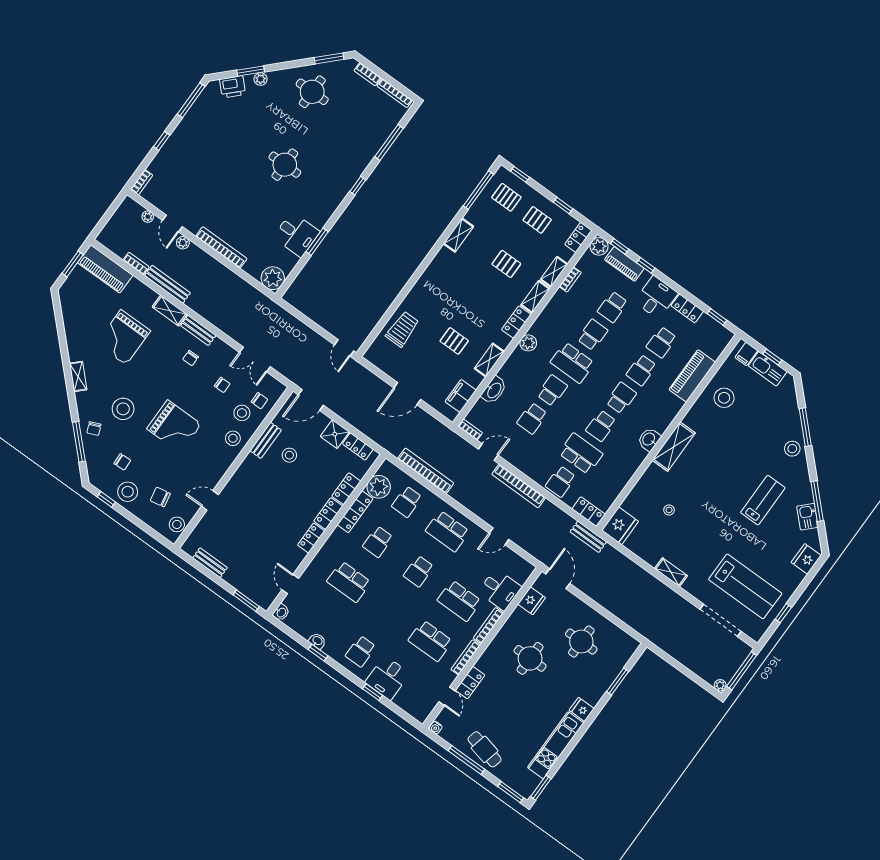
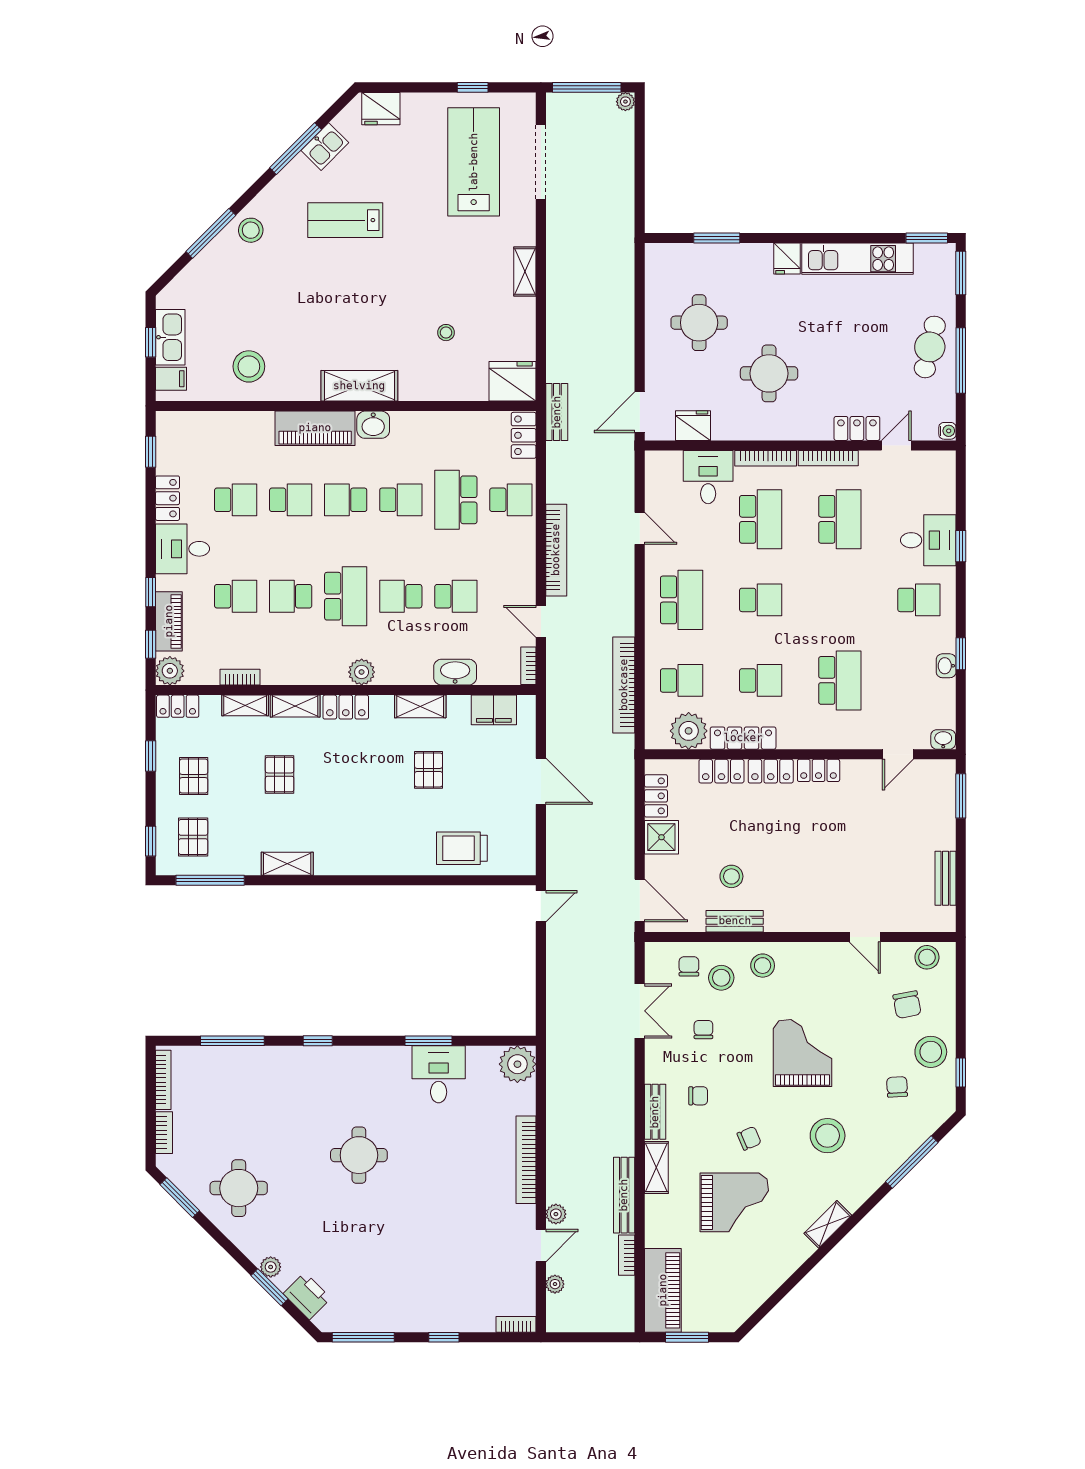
piano: (692, 376) -> (315, 428), moved
chair: (94, 429) -> (749, 1138), moved

